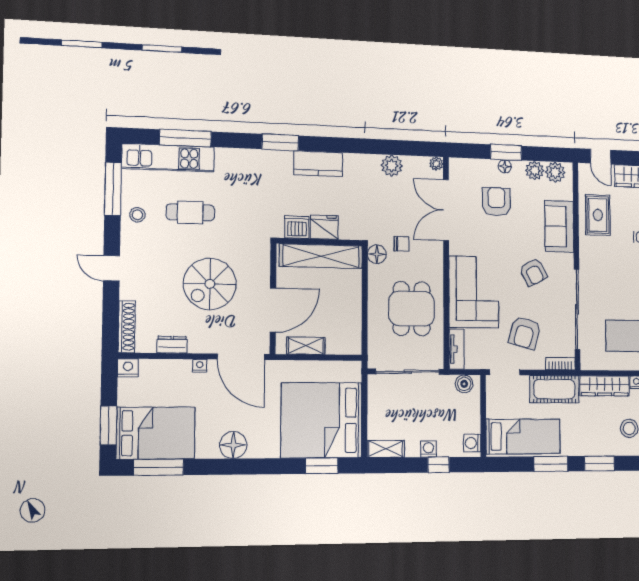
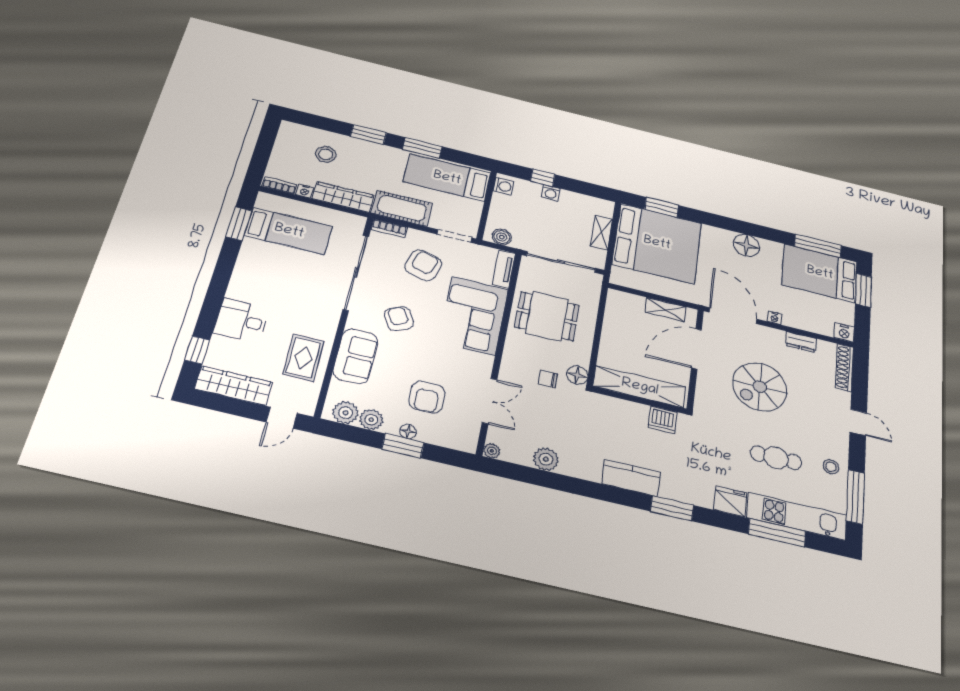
door: (601, 157) -> (282, 418), swing flipped
double door: (446, 210) -> (490, 401), width x0.73
fridge: (324, 227) -> (730, 501), moved, turned 180
spiral stairs: (210, 284) -> (760, 387), turned 180
dining table: (412, 309) -> (547, 316), turned 90
shelving: (386, 449) -> (601, 233), moved, turned 90

